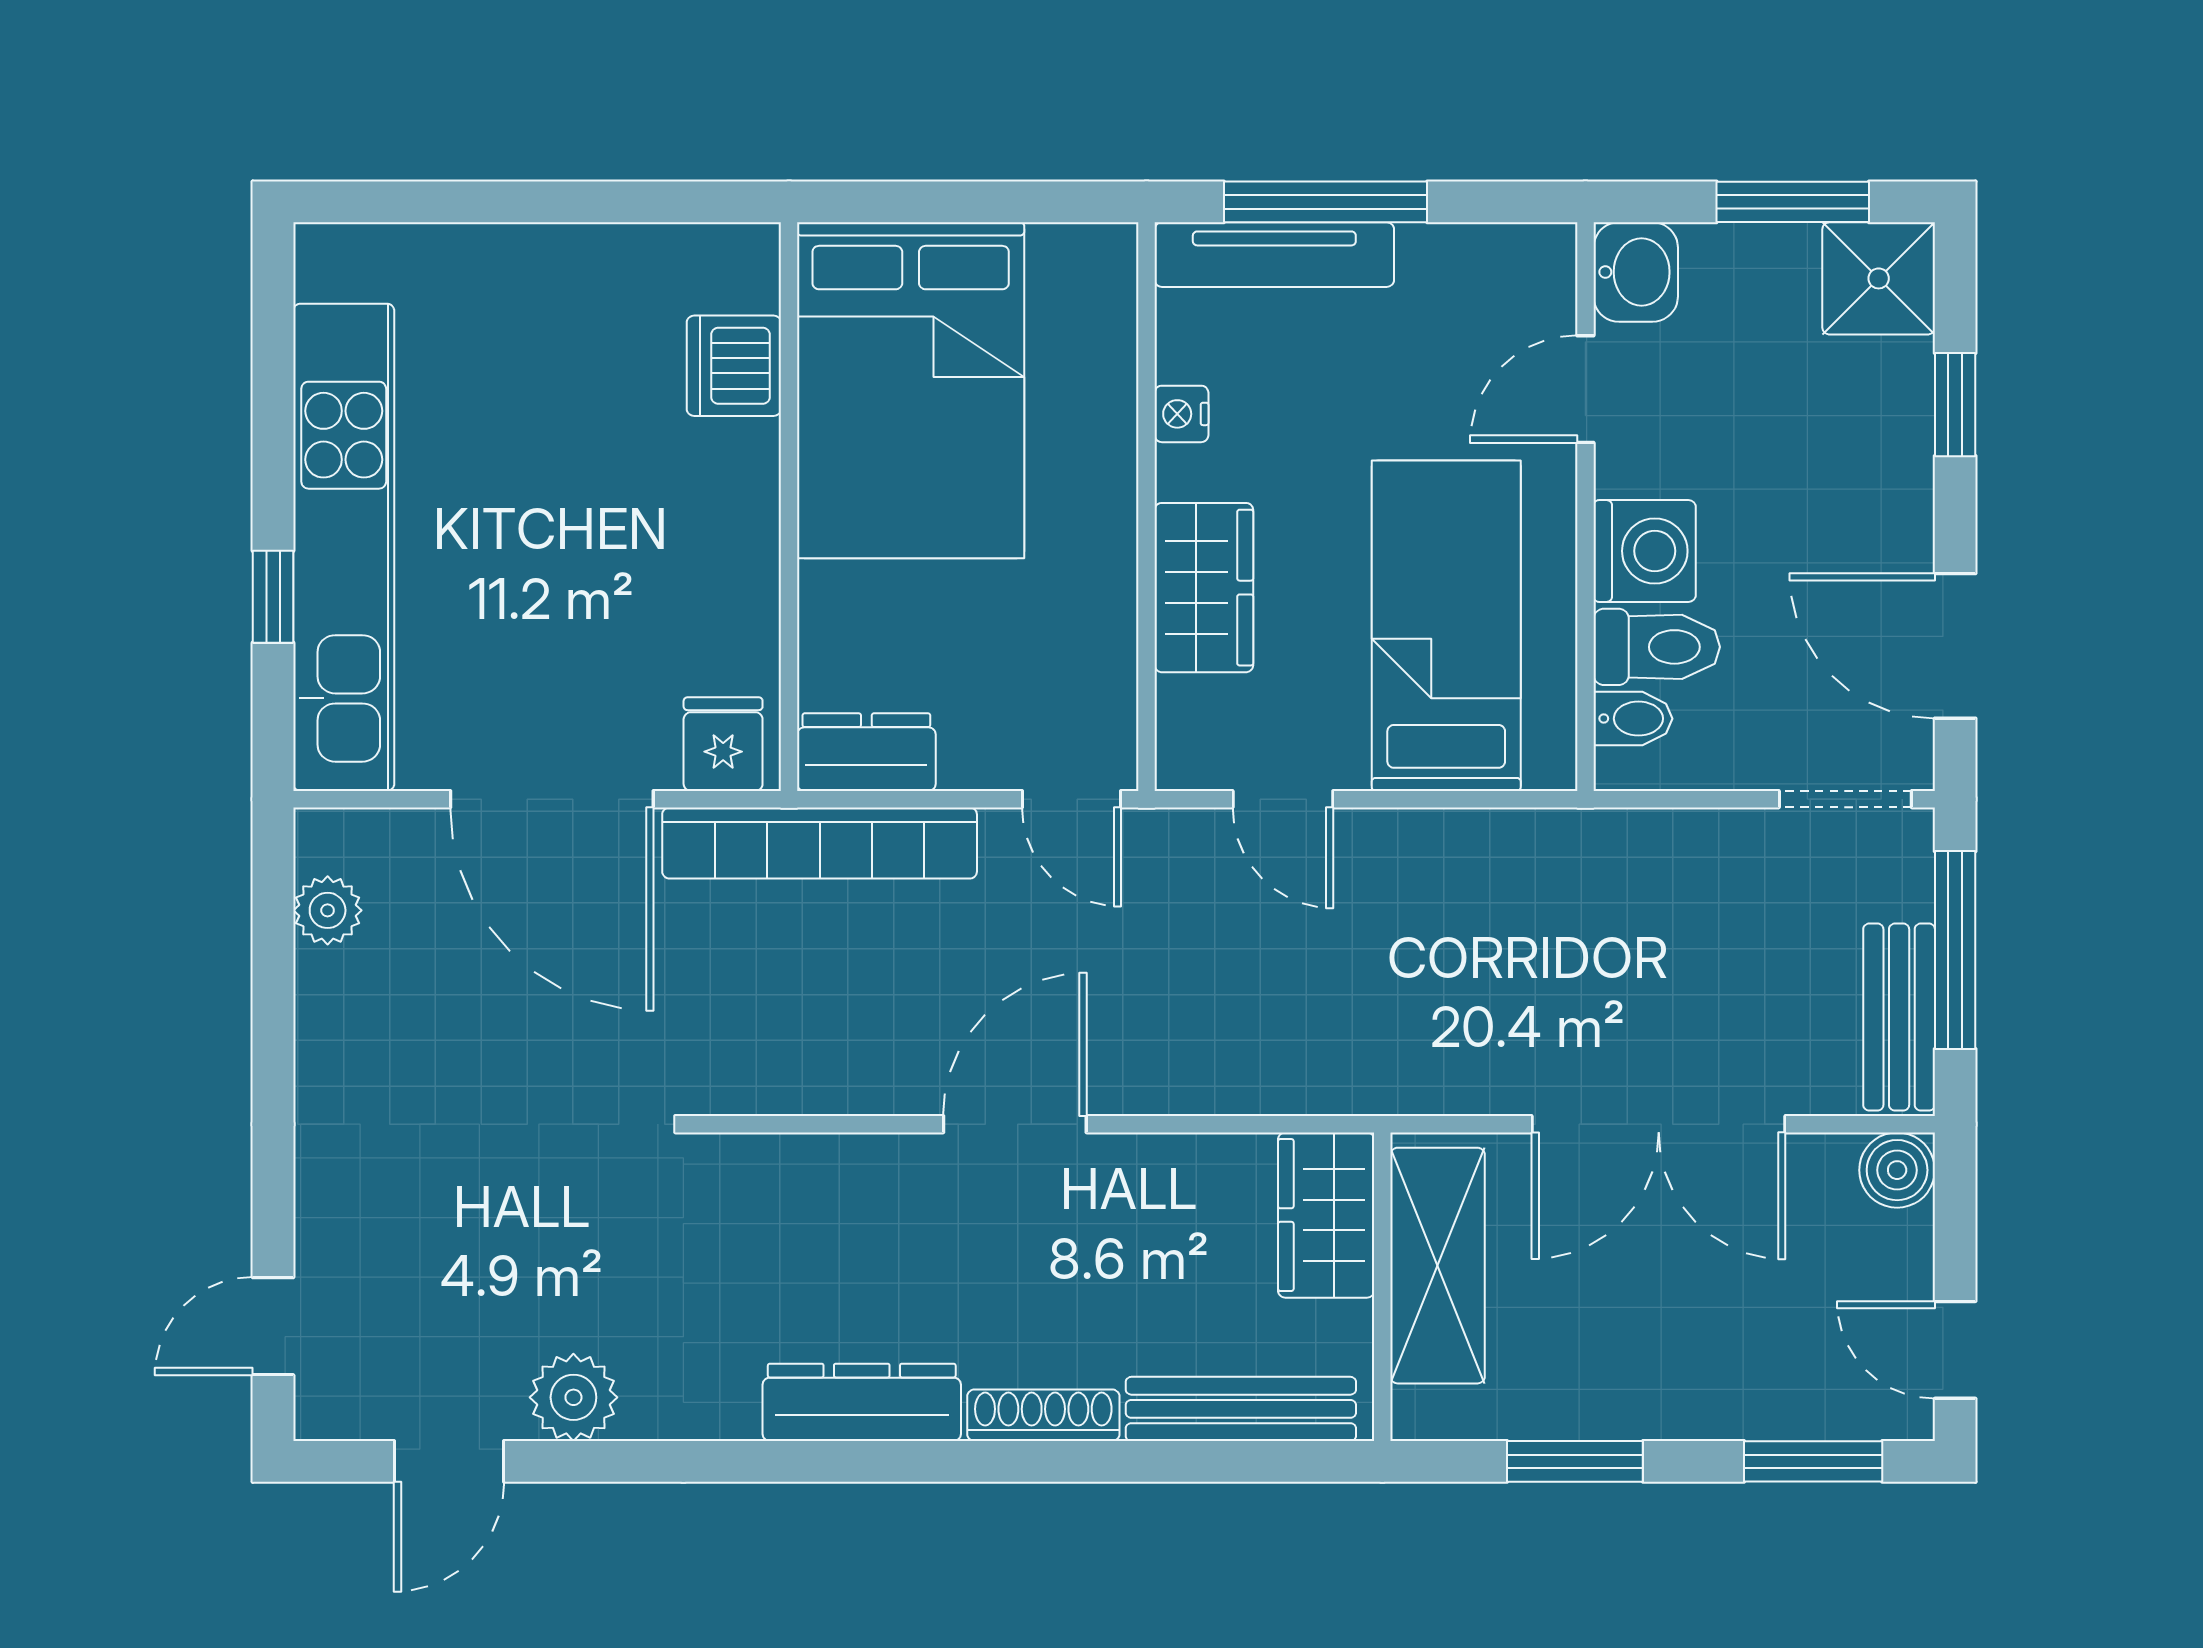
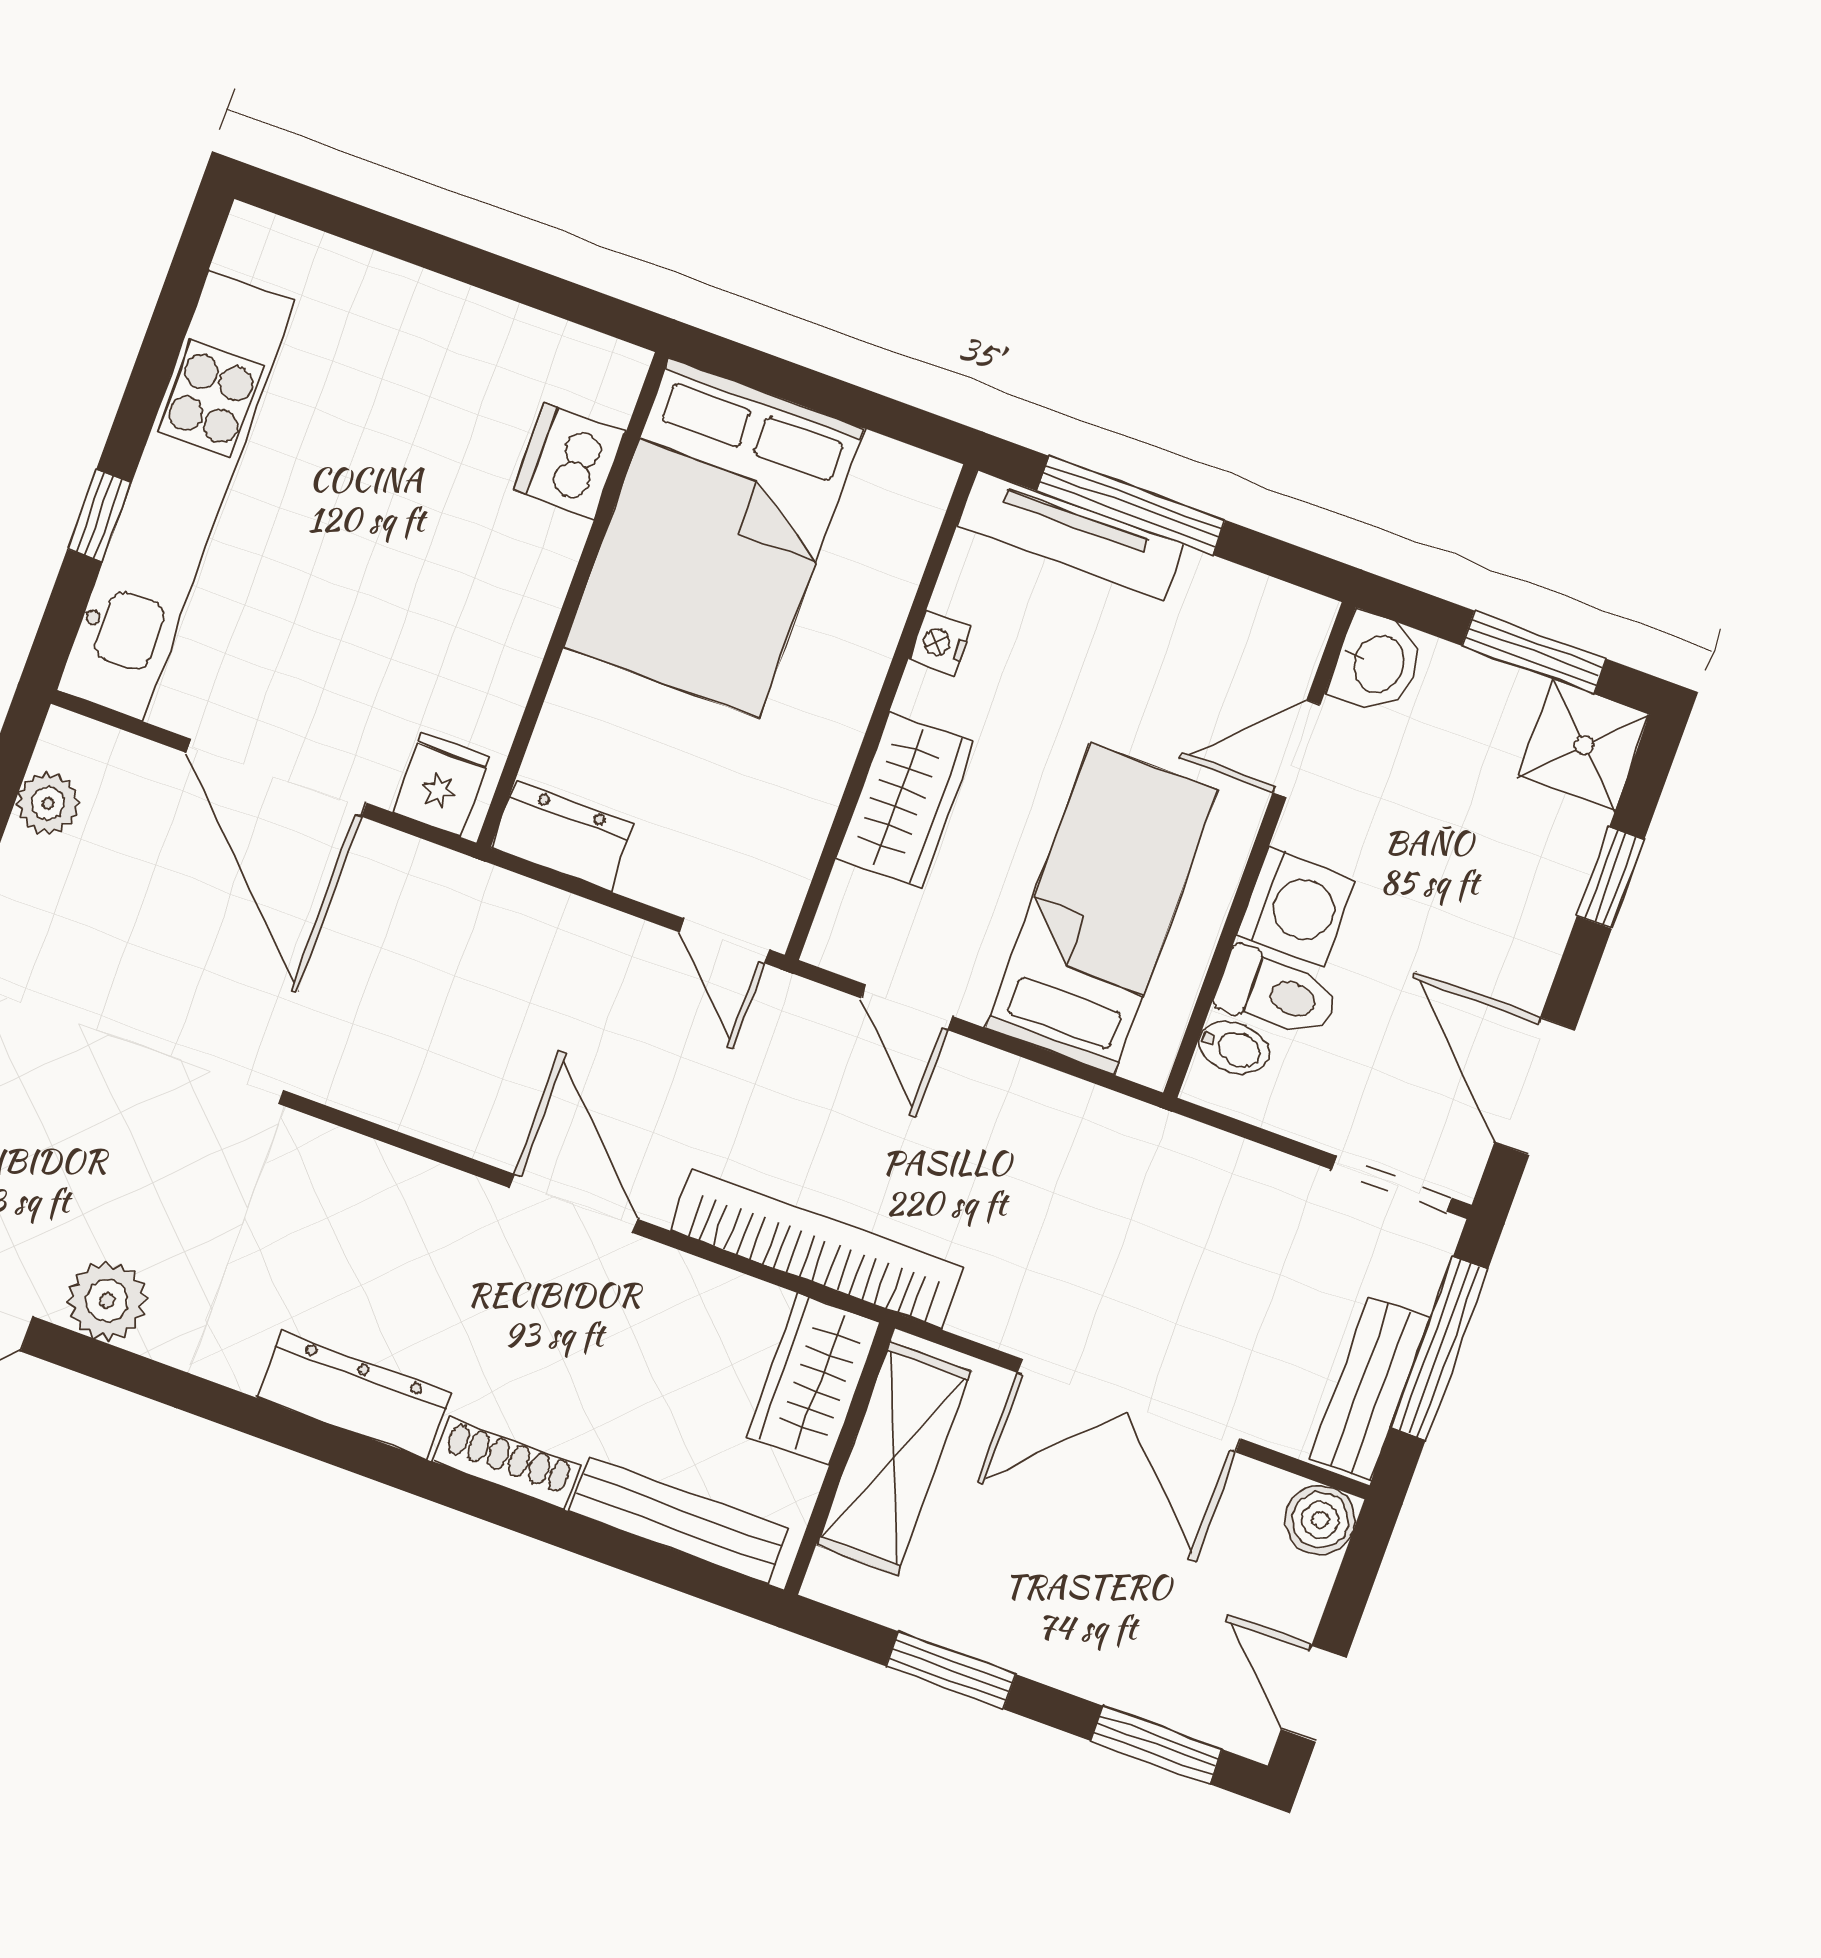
bookcase: (820, 843) -> (817, 1249), moved, turned 180
door: (1015, 1124) -> (574, 1203), hinge flipped

